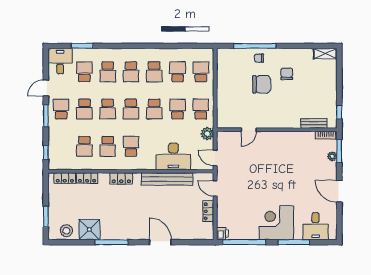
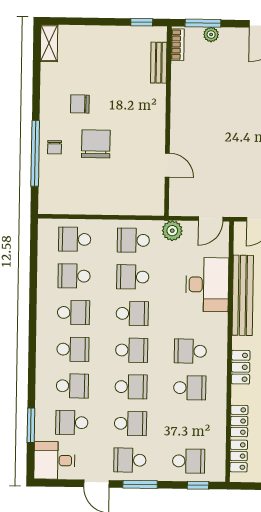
school desk: (84, 146) -> (189, 461), moved

